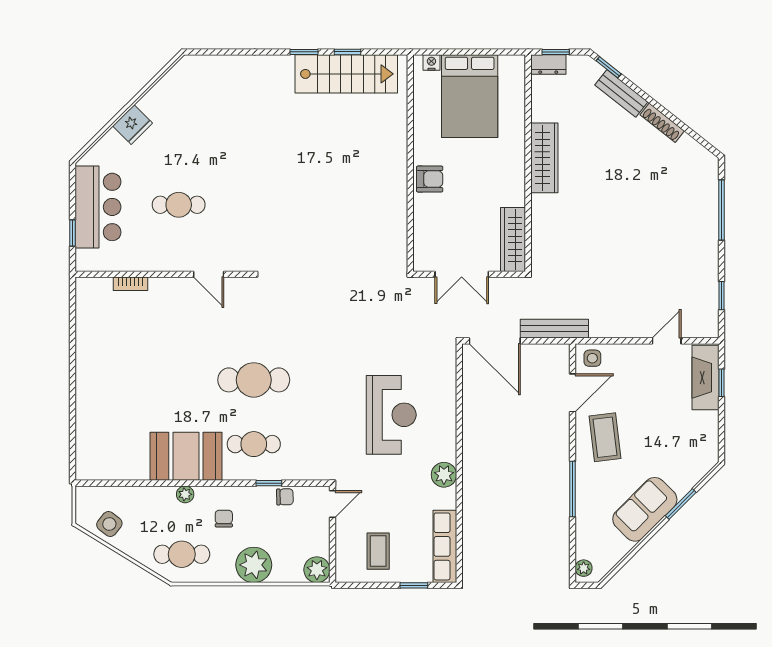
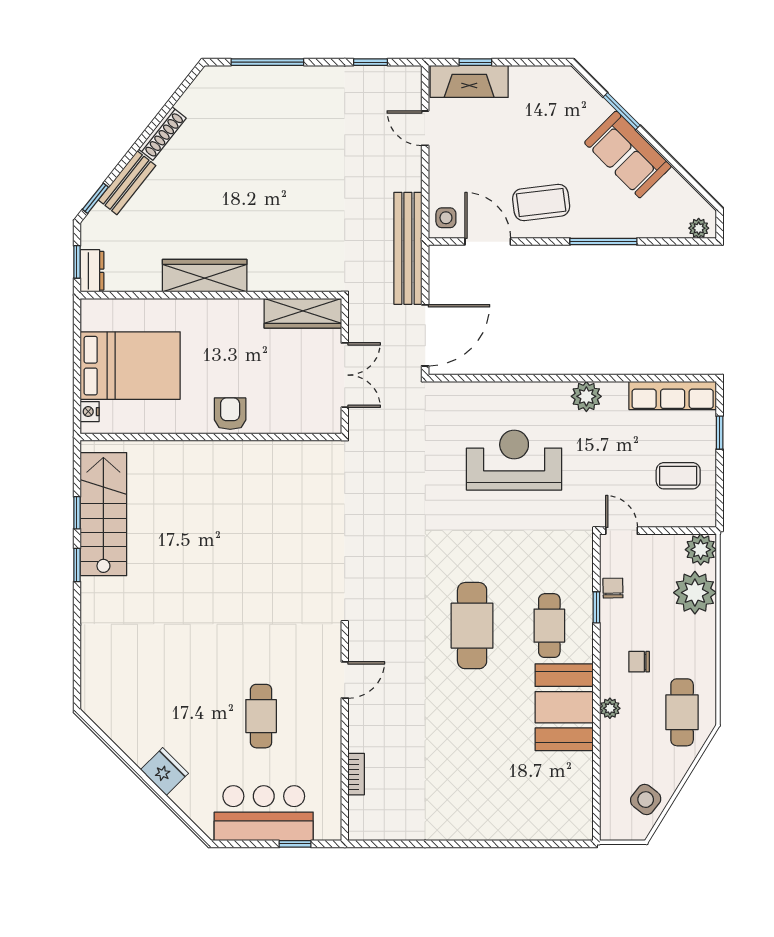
bench: (554, 329) -> (408, 248), width x1.37, depth x1.21
plant: (254, 565) -> (695, 593), moved

